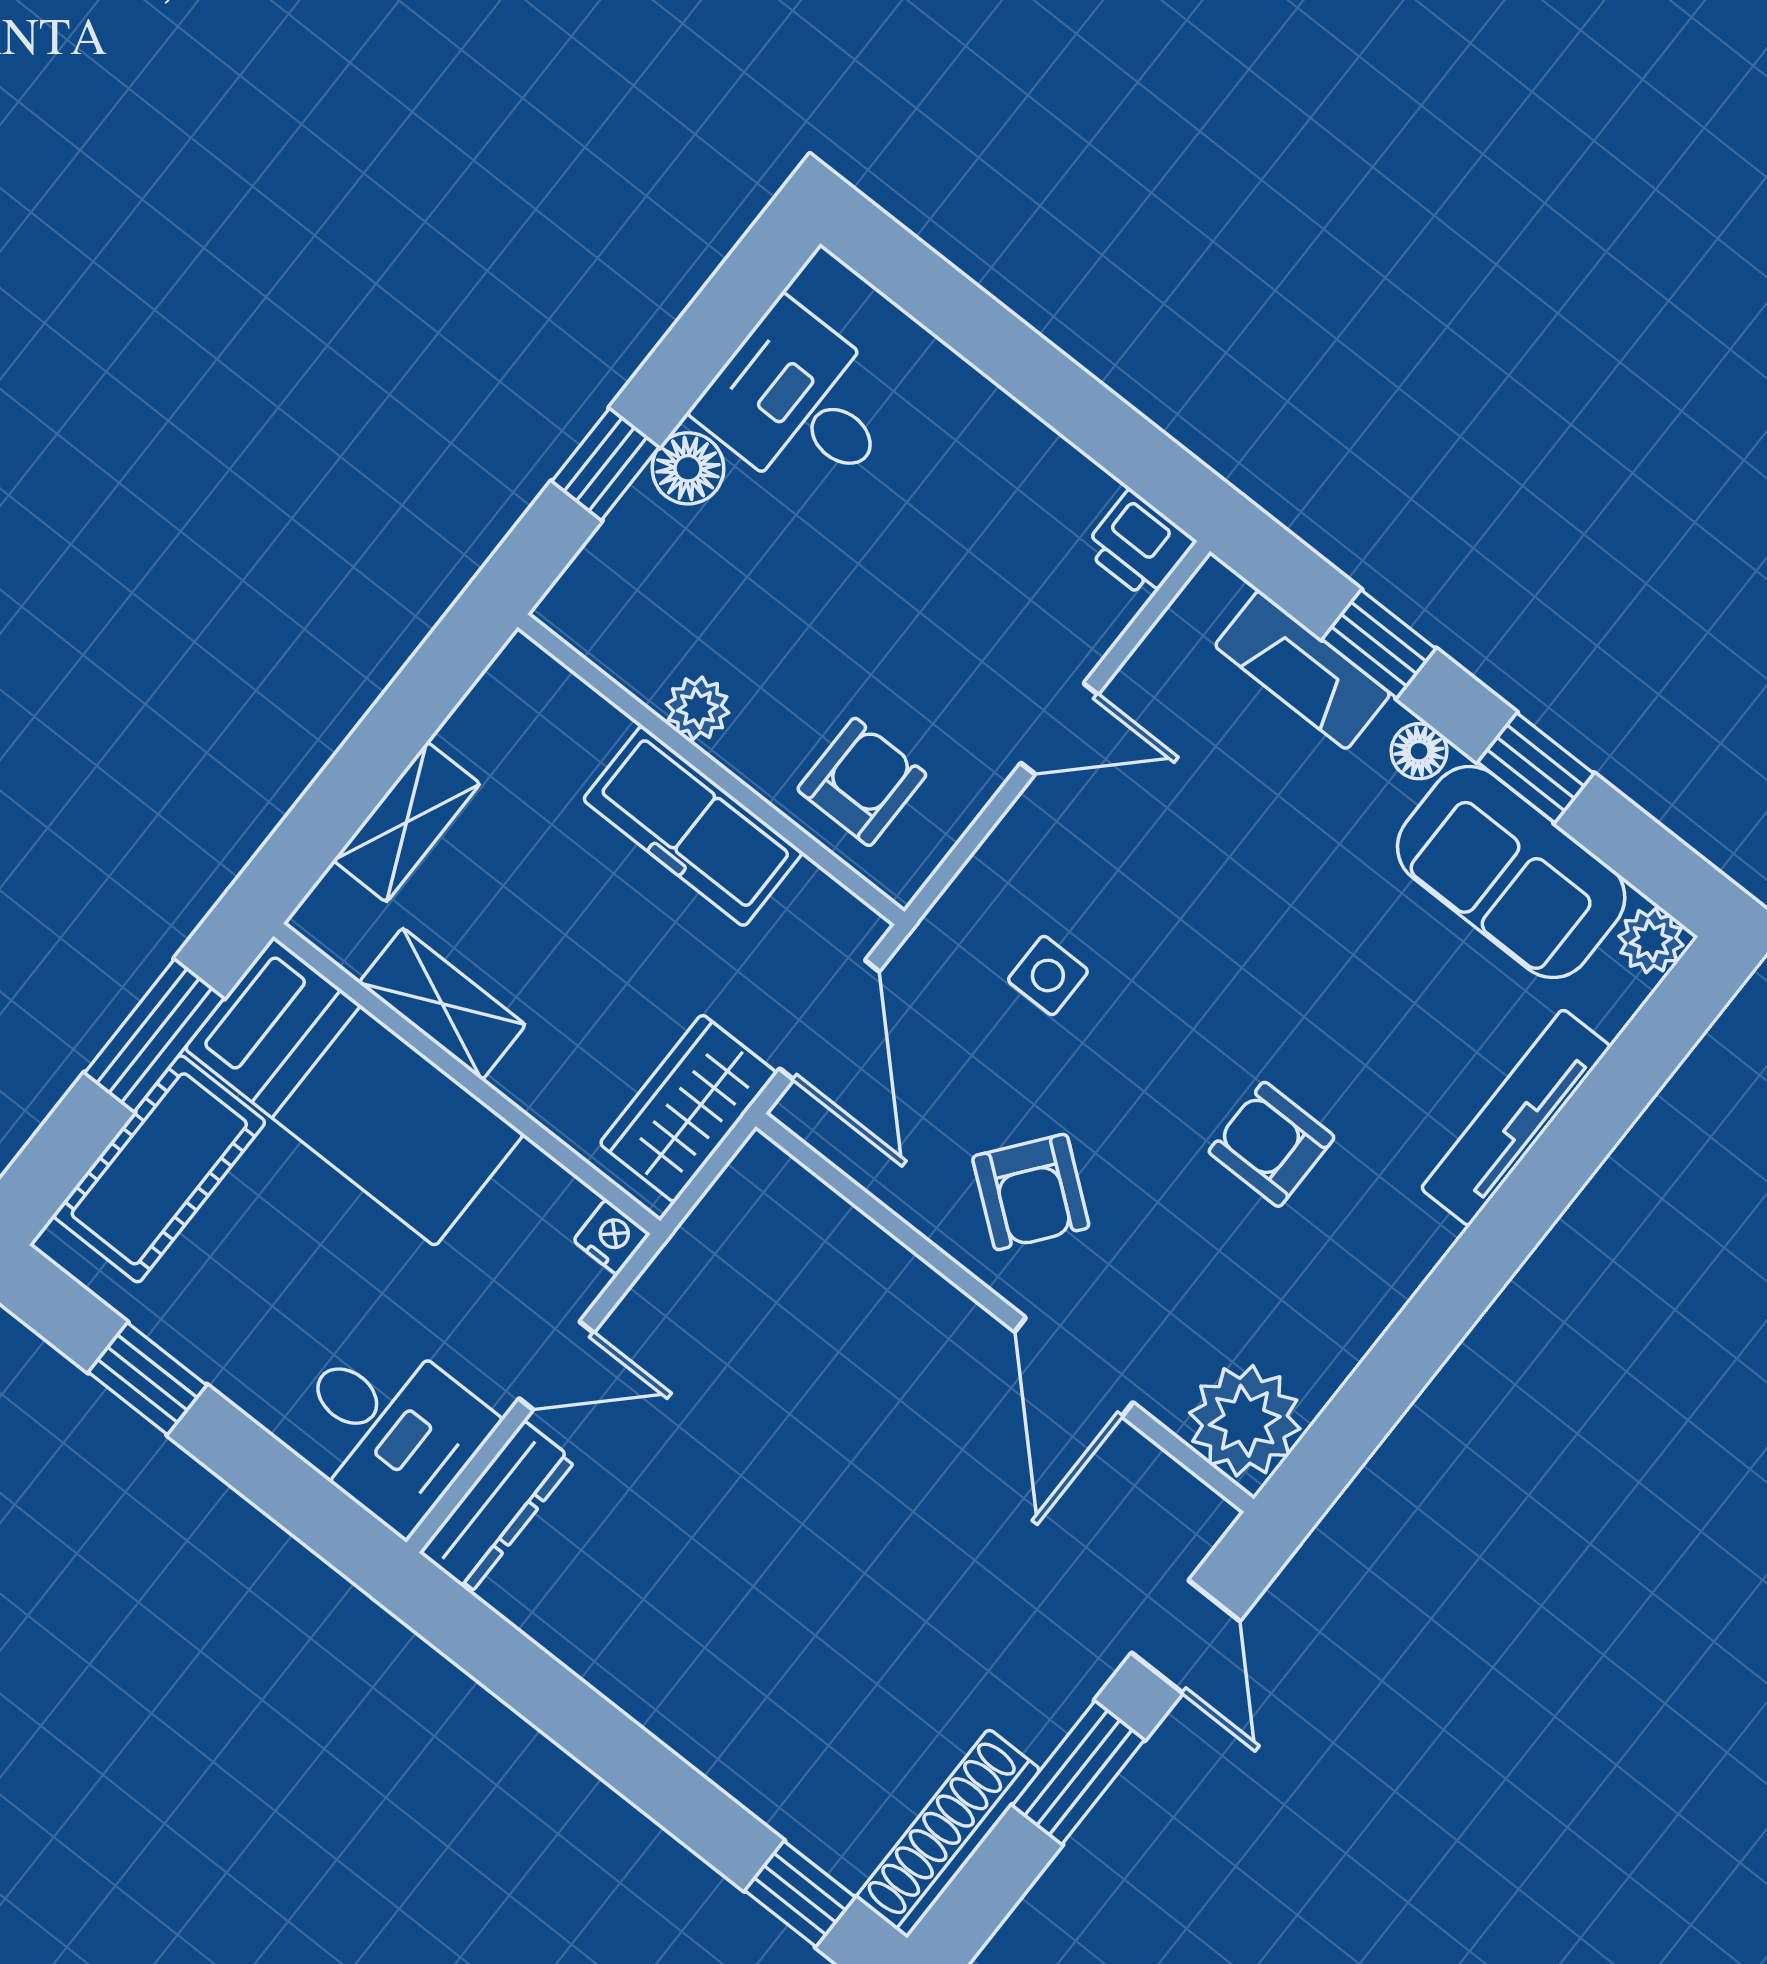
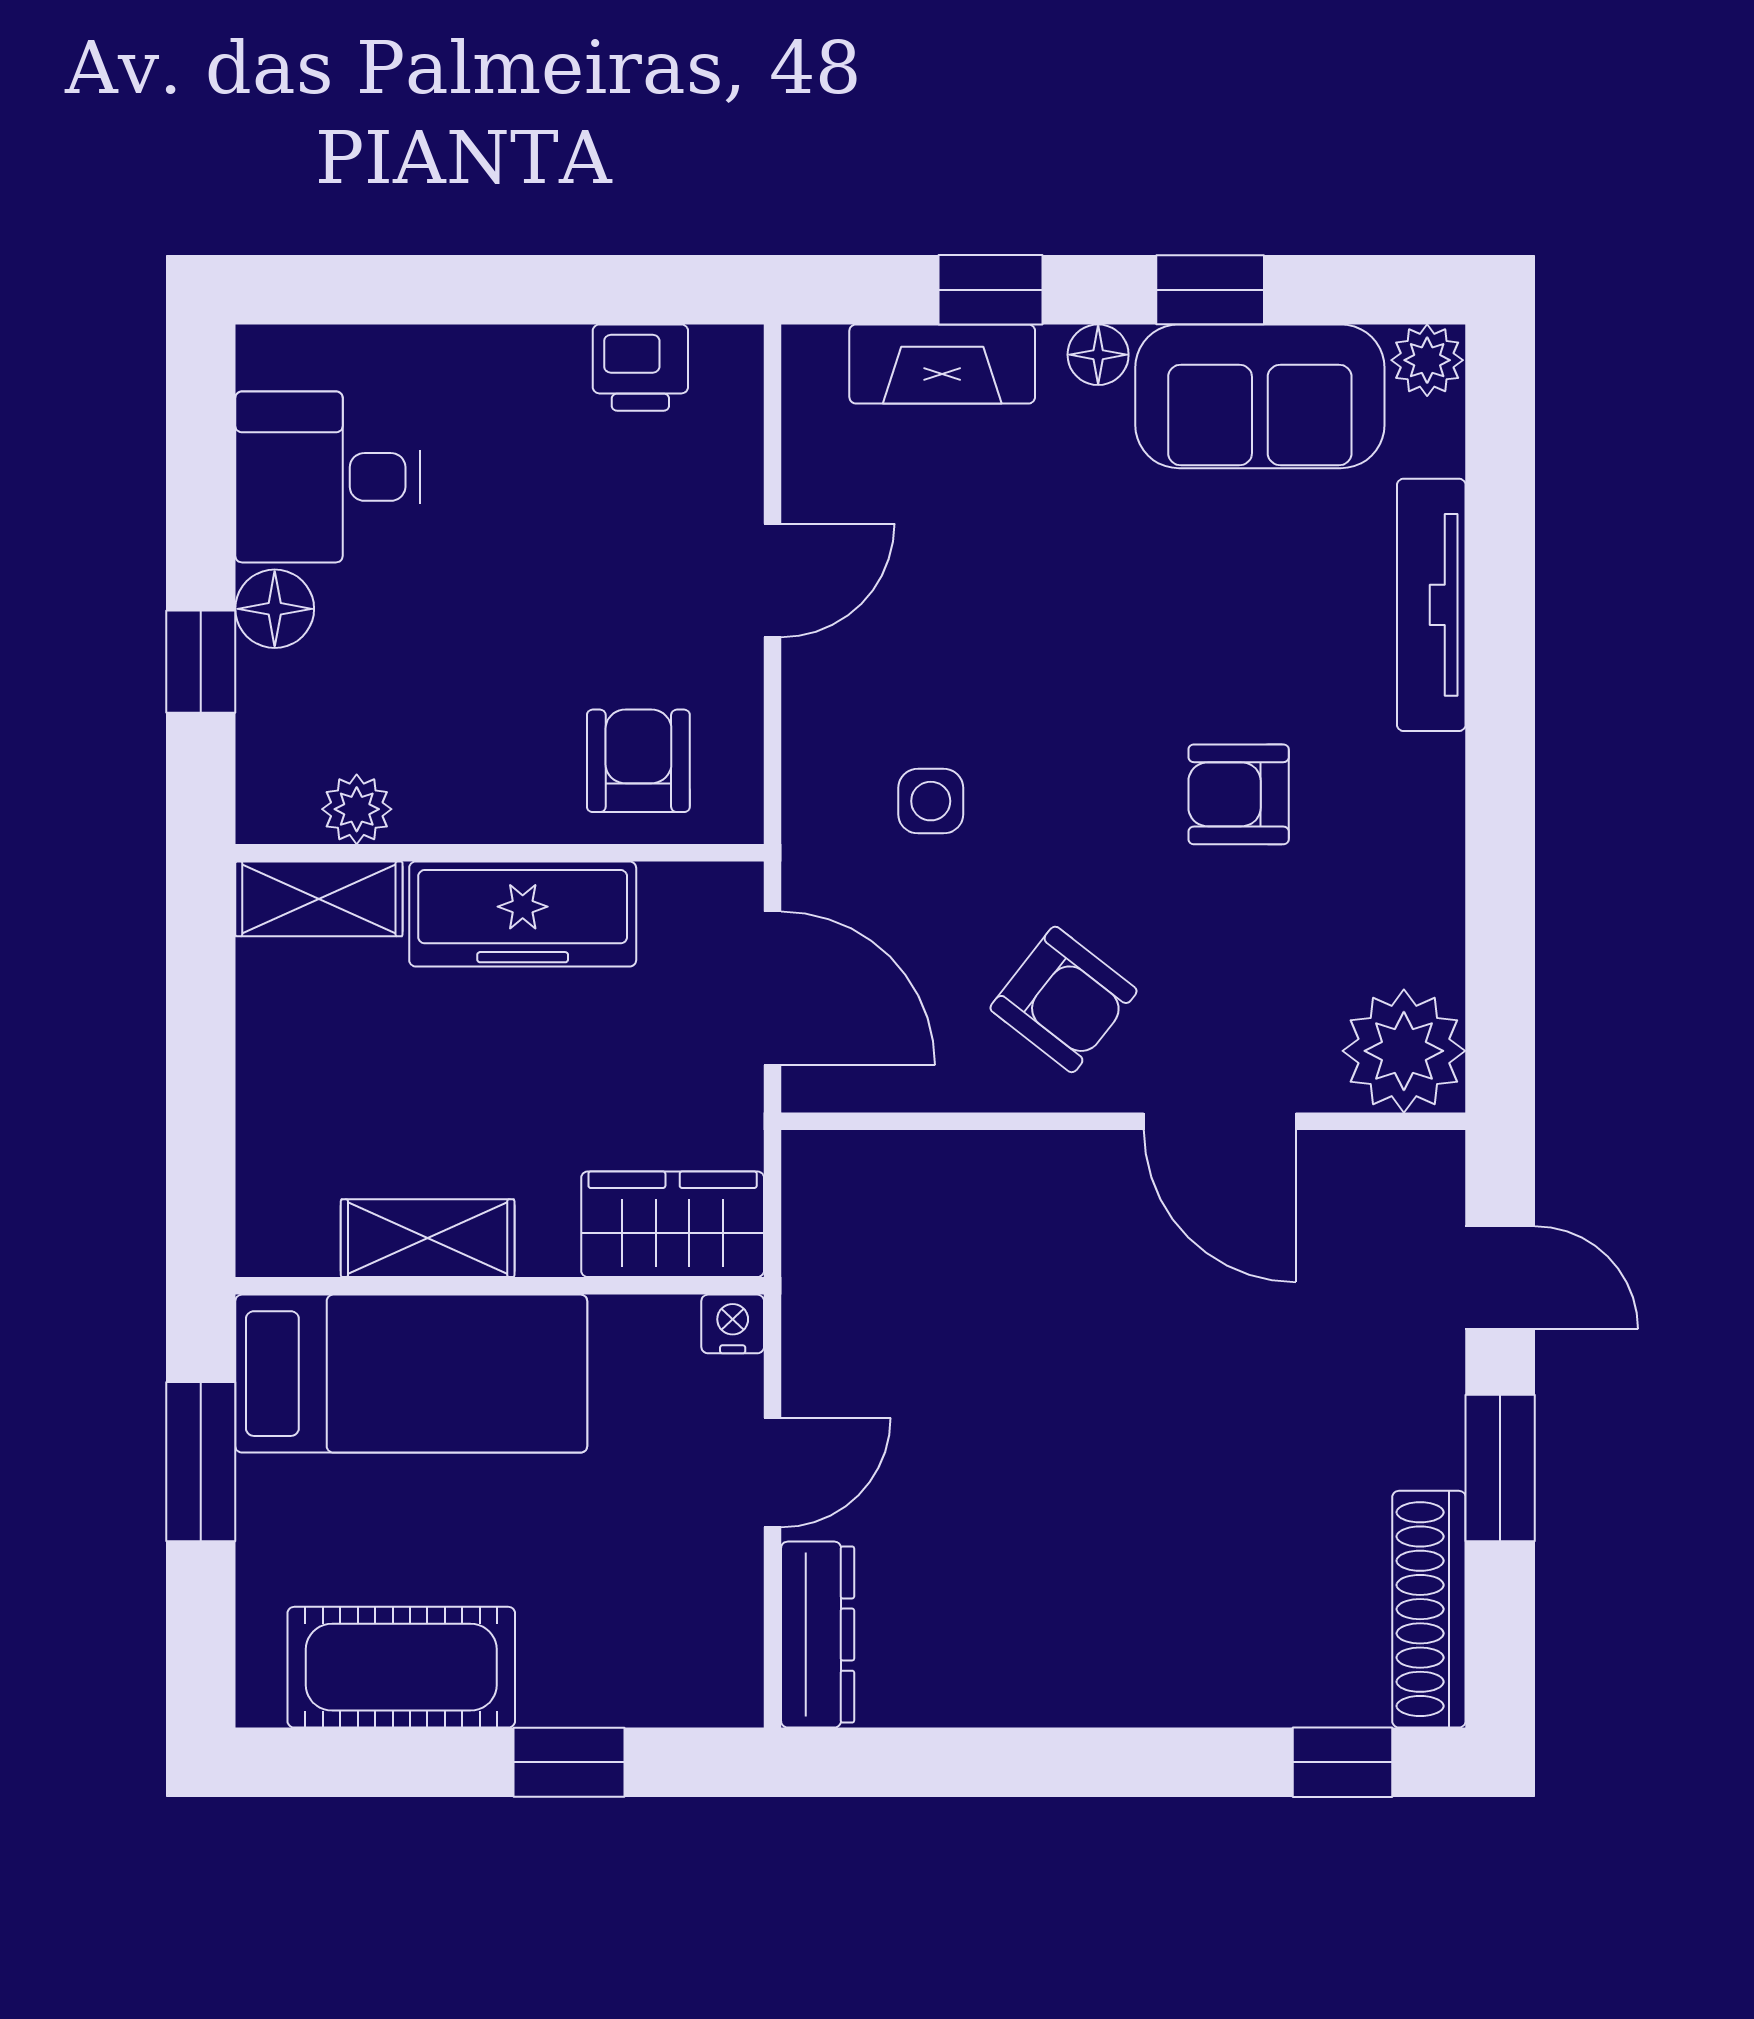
printer: (1139, 545) -> (640, 368), moved
plant: (698, 708) -> (357, 809), moved
shelving: (407, 822) -> (319, 899), moved, turned 90
wardrobe: (688, 1108) -> (673, 1224), moved, turned 90
cot: (159, 1169) -> (401, 1667), moved, turned 90
window: (147, 1379) -> (569, 1762), moved
desk: (389, 1429) -> (671, 1641), removed

